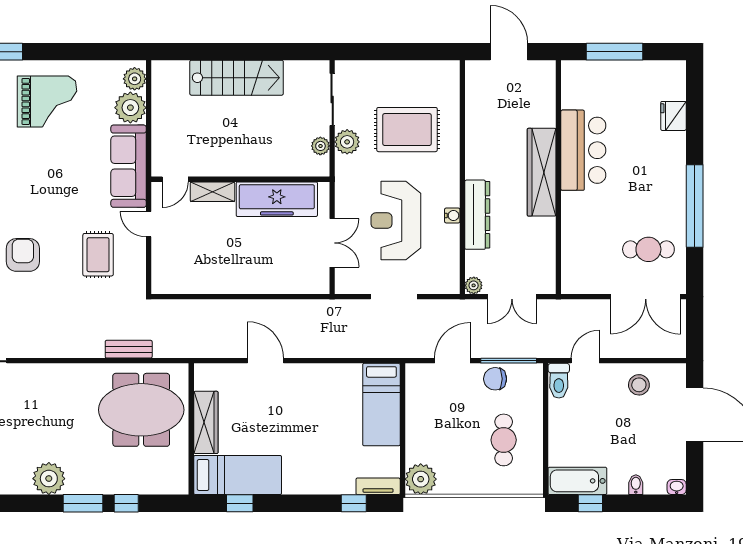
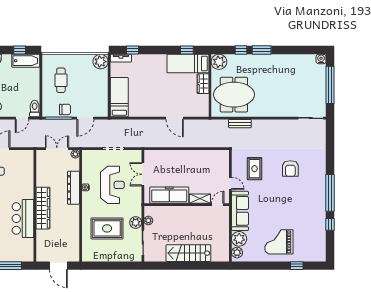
wardrobe: (206, 422) -> (203, 84), width x0.67
plant: (49, 479) -> (219, 62), moved

